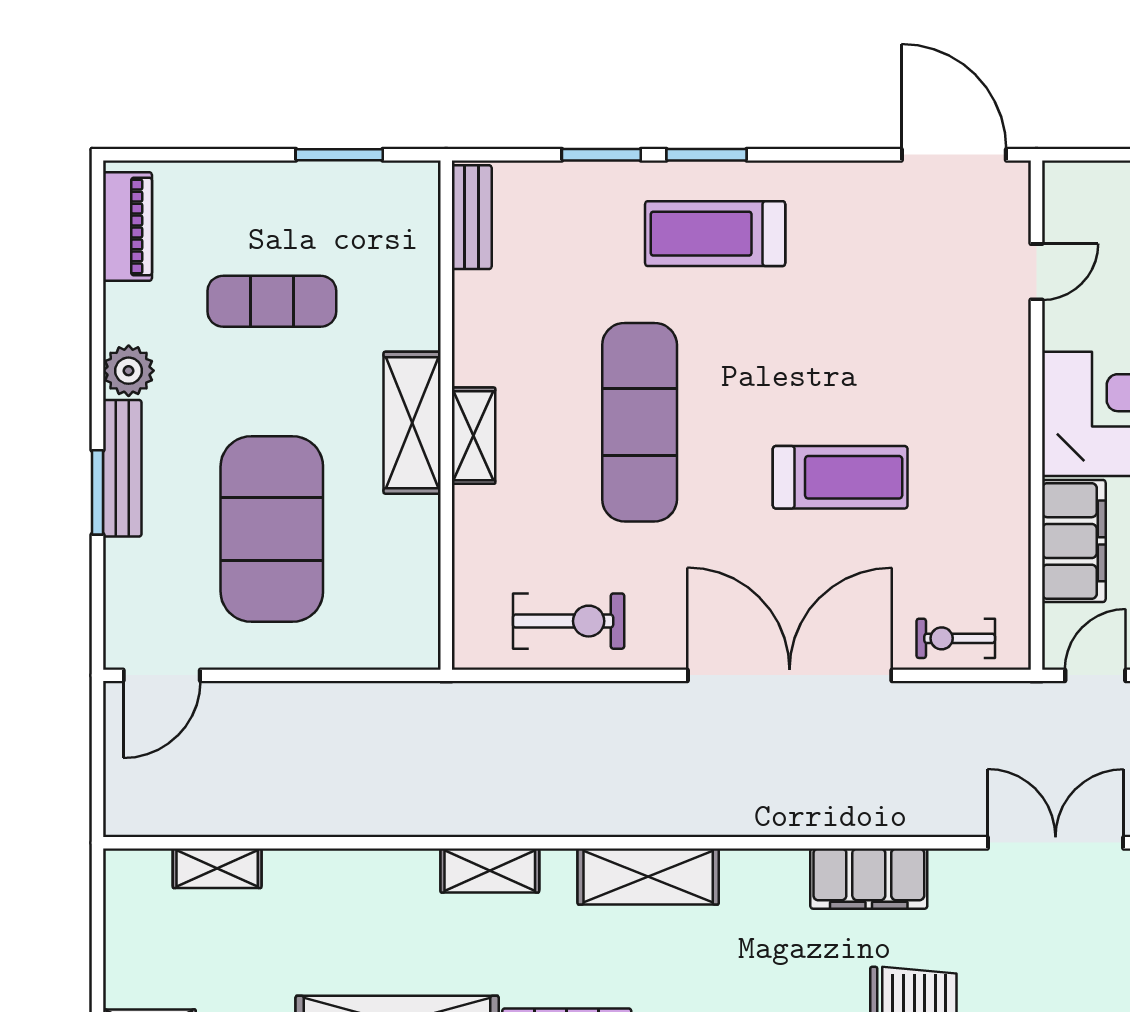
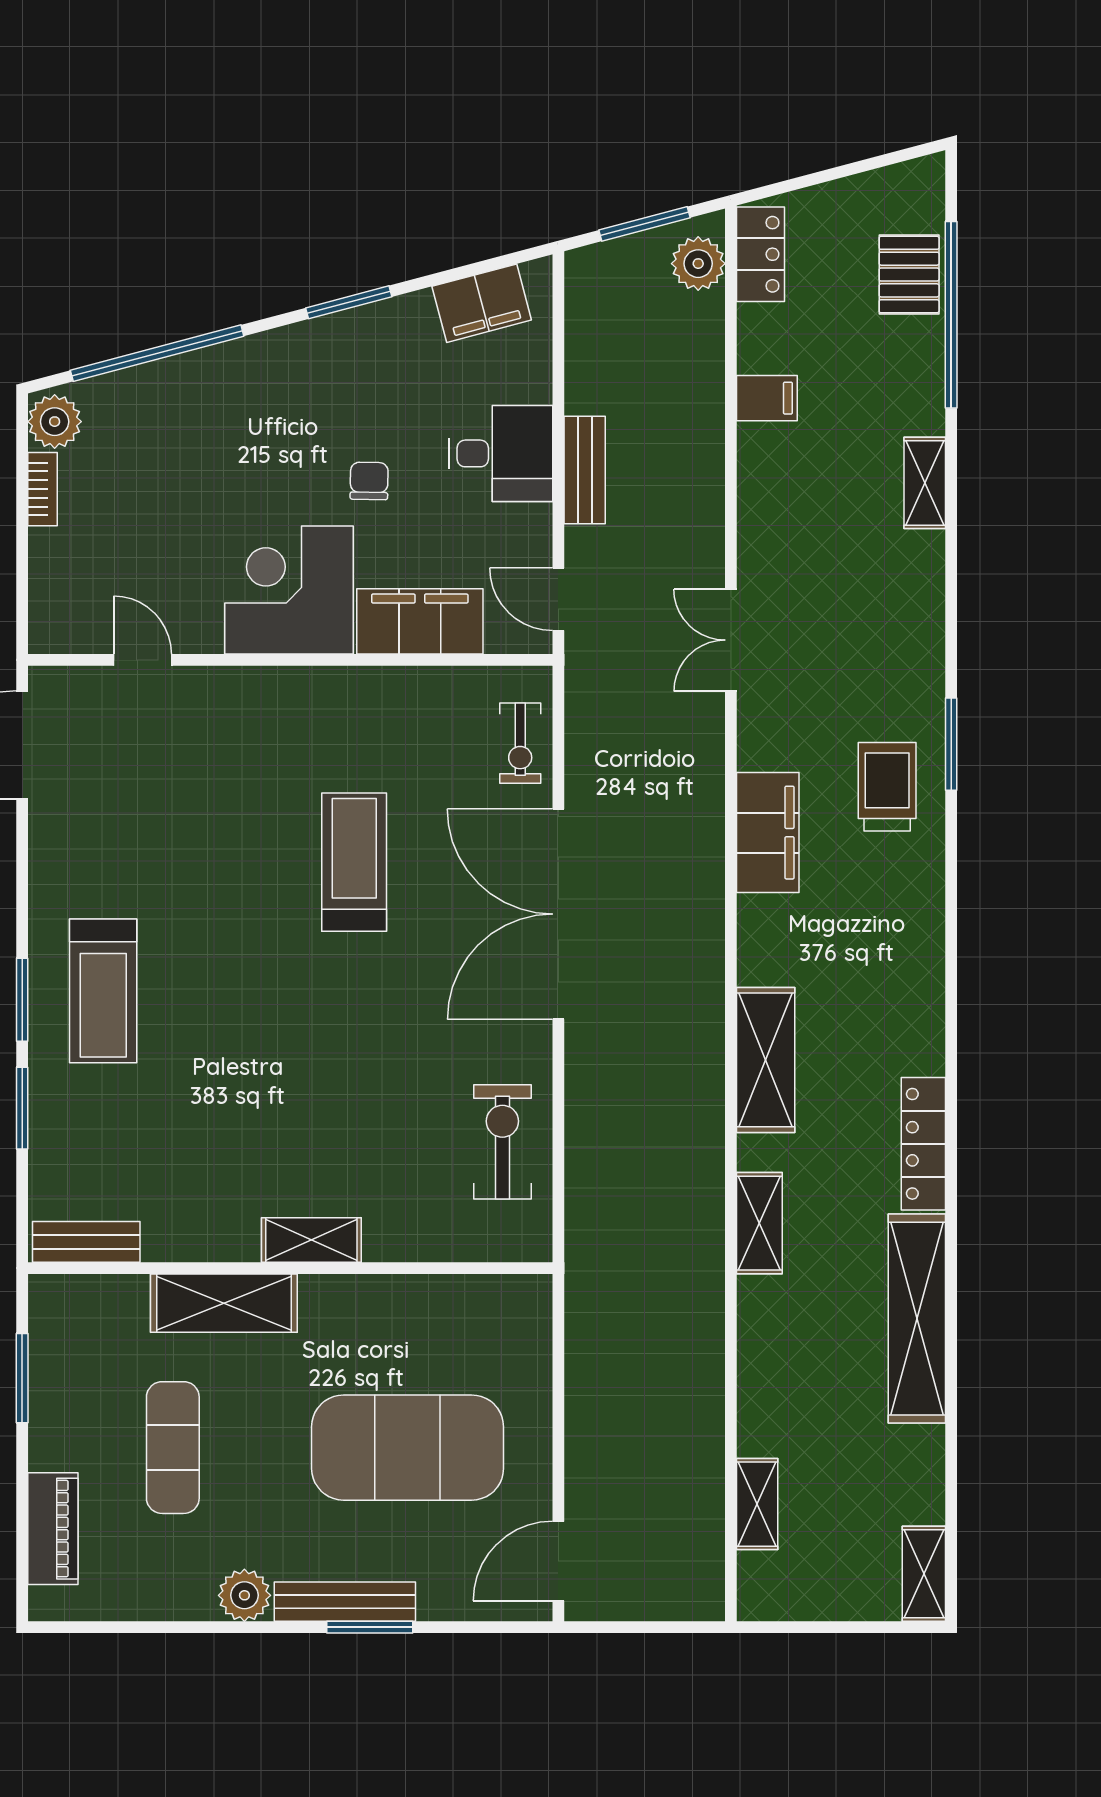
piano: (127, 226) -> (53, 1529), moved, turned 90
exercise mat: (640, 422) -> (297, 1069), removed
shelving: (412, 423) -> (224, 1303), moved
door: (162, 675) -> (558, 1561), swing flipped
double door: (1056, 843) -> (731, 640), width x0.73

